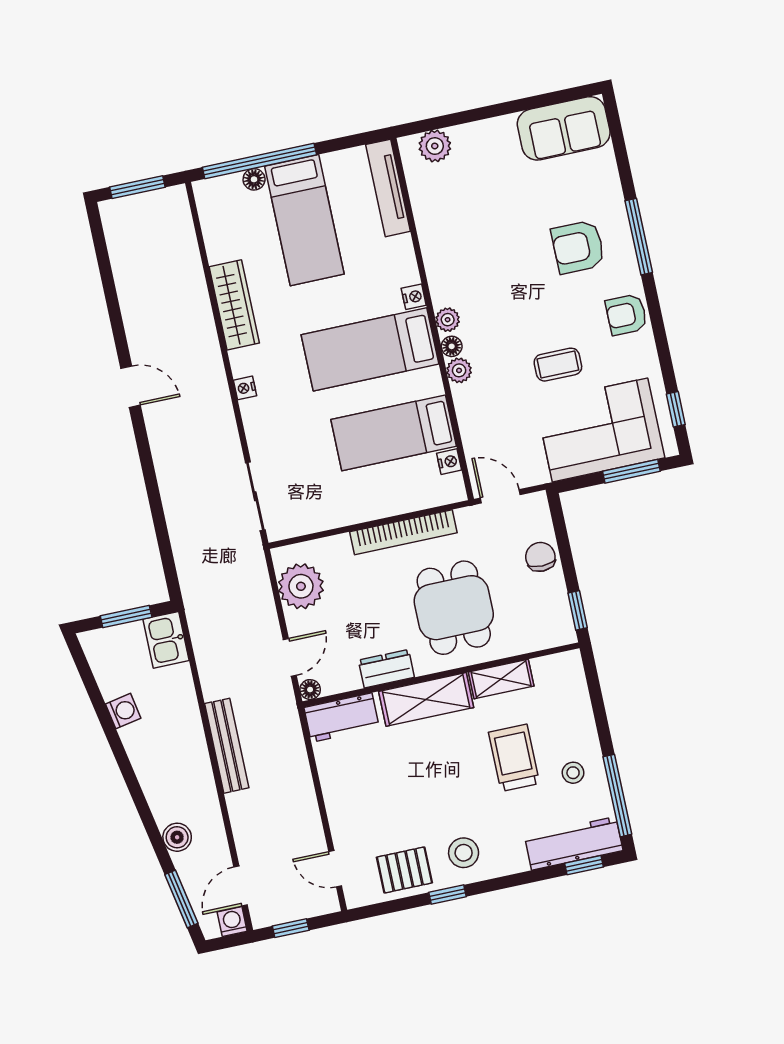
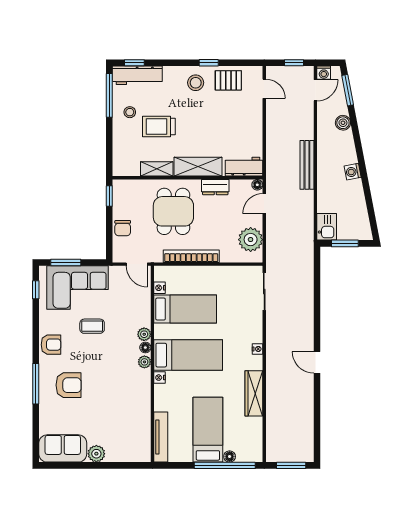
plant: (435, 146) -> (96, 454), moved
washing machine: (123, 711) -> (353, 172), moved
trolley: (514, 758) -> (159, 126), turned 90

